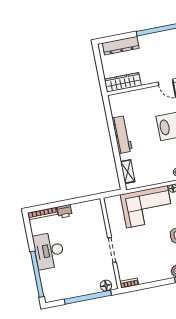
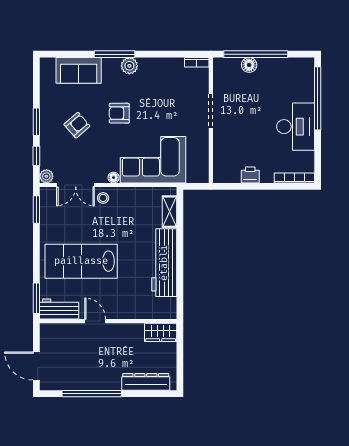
wardrobe: (123, 82) -> (161, 332), width x0.67
workbench: (122, 135) -> (164, 263), width x1.36, depth x1.32
printer: (65, 211) -> (250, 175), moved
floor lamp: (106, 286) -> (249, 65), moved

